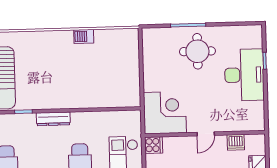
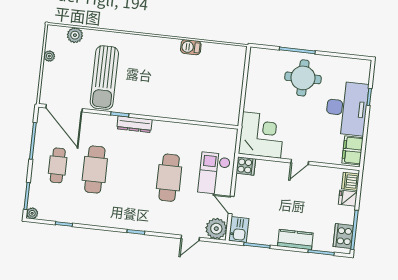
filing cabinet: (256, 115) -> (352, 150), added
dresser: (53, 119) -> (134, 124), moved
dishwasher: (236, 142) -> (350, 181), moved, turned 90

